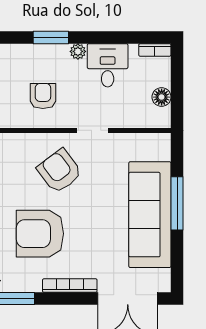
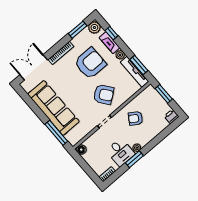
window: (51, 37) -> (134, 159), moved
armchair: (43, 96) -> (135, 118), turned 123
floor lamp: (162, 97) -> (81, 150), moved
window: (177, 203) -> (56, 133), moved

